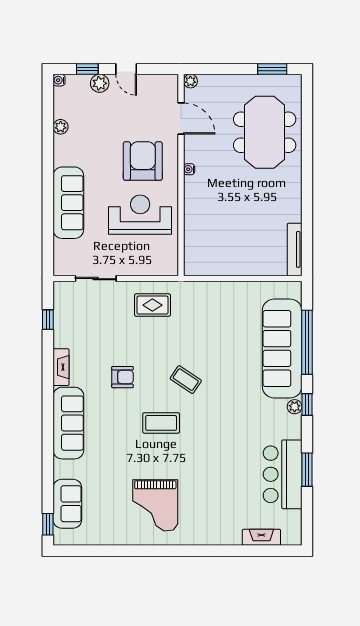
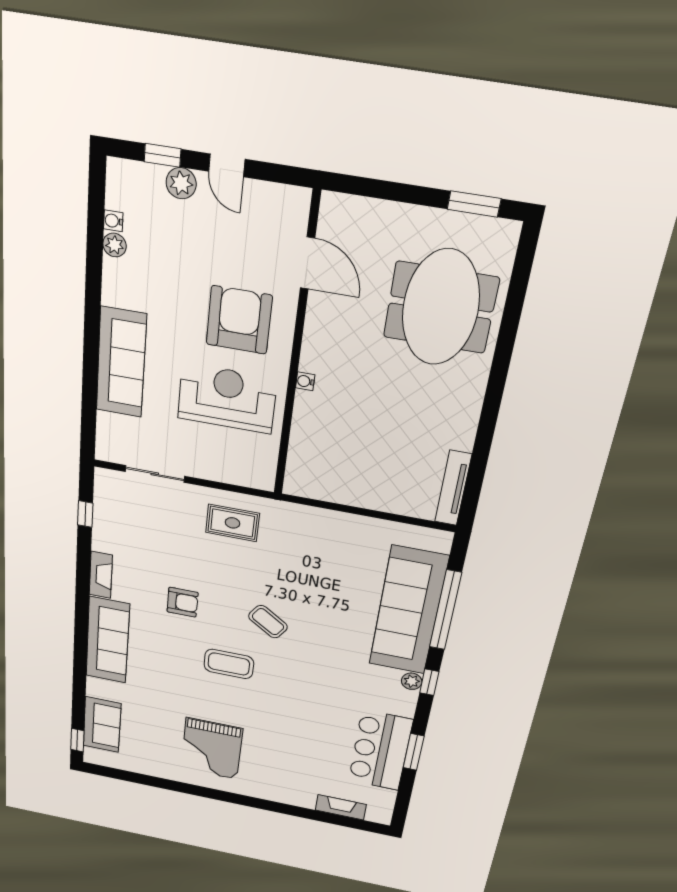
water cooler: (59, 80) -> (113, 221), moved
plant: (190, 81) -> (332, 203), removed
water cooler: (189, 169) -> (305, 381), moved

